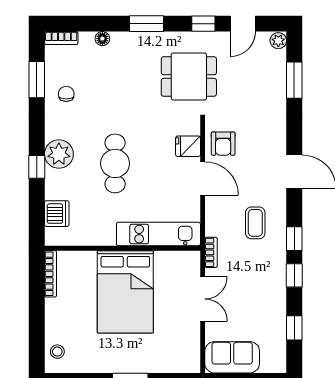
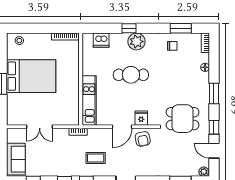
dining table: (189, 76) -> (183, 119), turned 90
armchair: (223, 144) -> (143, 139), turned -101
bed: (125, 292) -> (31, 76), moved, turned 180
double door: (203, 299) -> (40, 127), moved
sofa: (232, 357) -> (16, 159), moved

